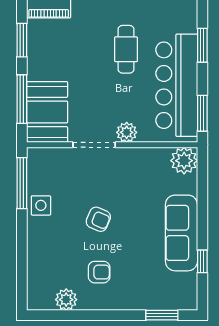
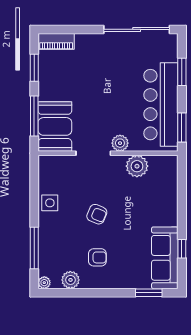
cafe table: (126, 49) -> (119, 75), removed
plant: (184, 161) -> (137, 166), moved
window: (22, 183) -> (34, 248), moved
sofa: (181, 233) -> (165, 258), moved
plant: (34, 303) -> (44, 283), added

